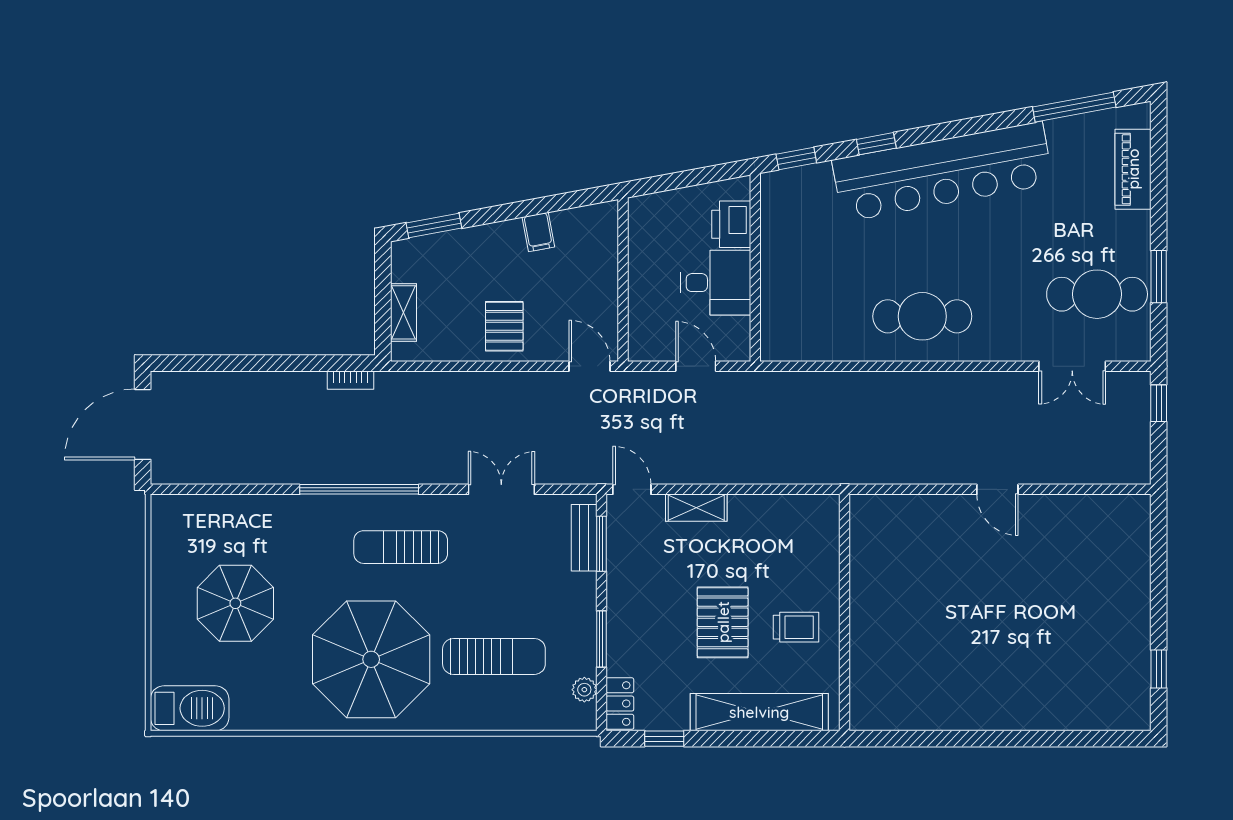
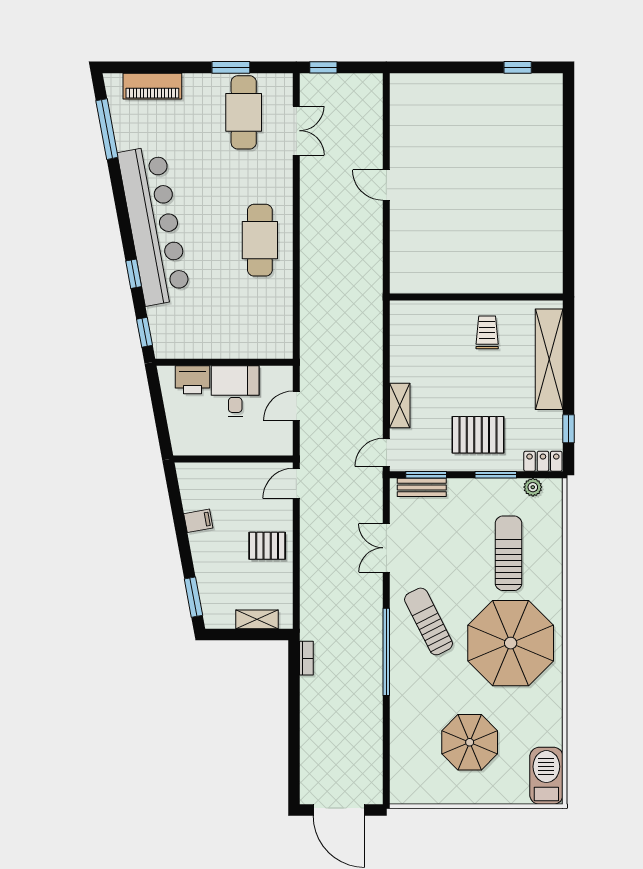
door: (997, 489) -> (386, 185), swing flipped
sun lounger: (401, 547) -> (429, 621), turned 153
pallet: (723, 622) -> (478, 435), moved

